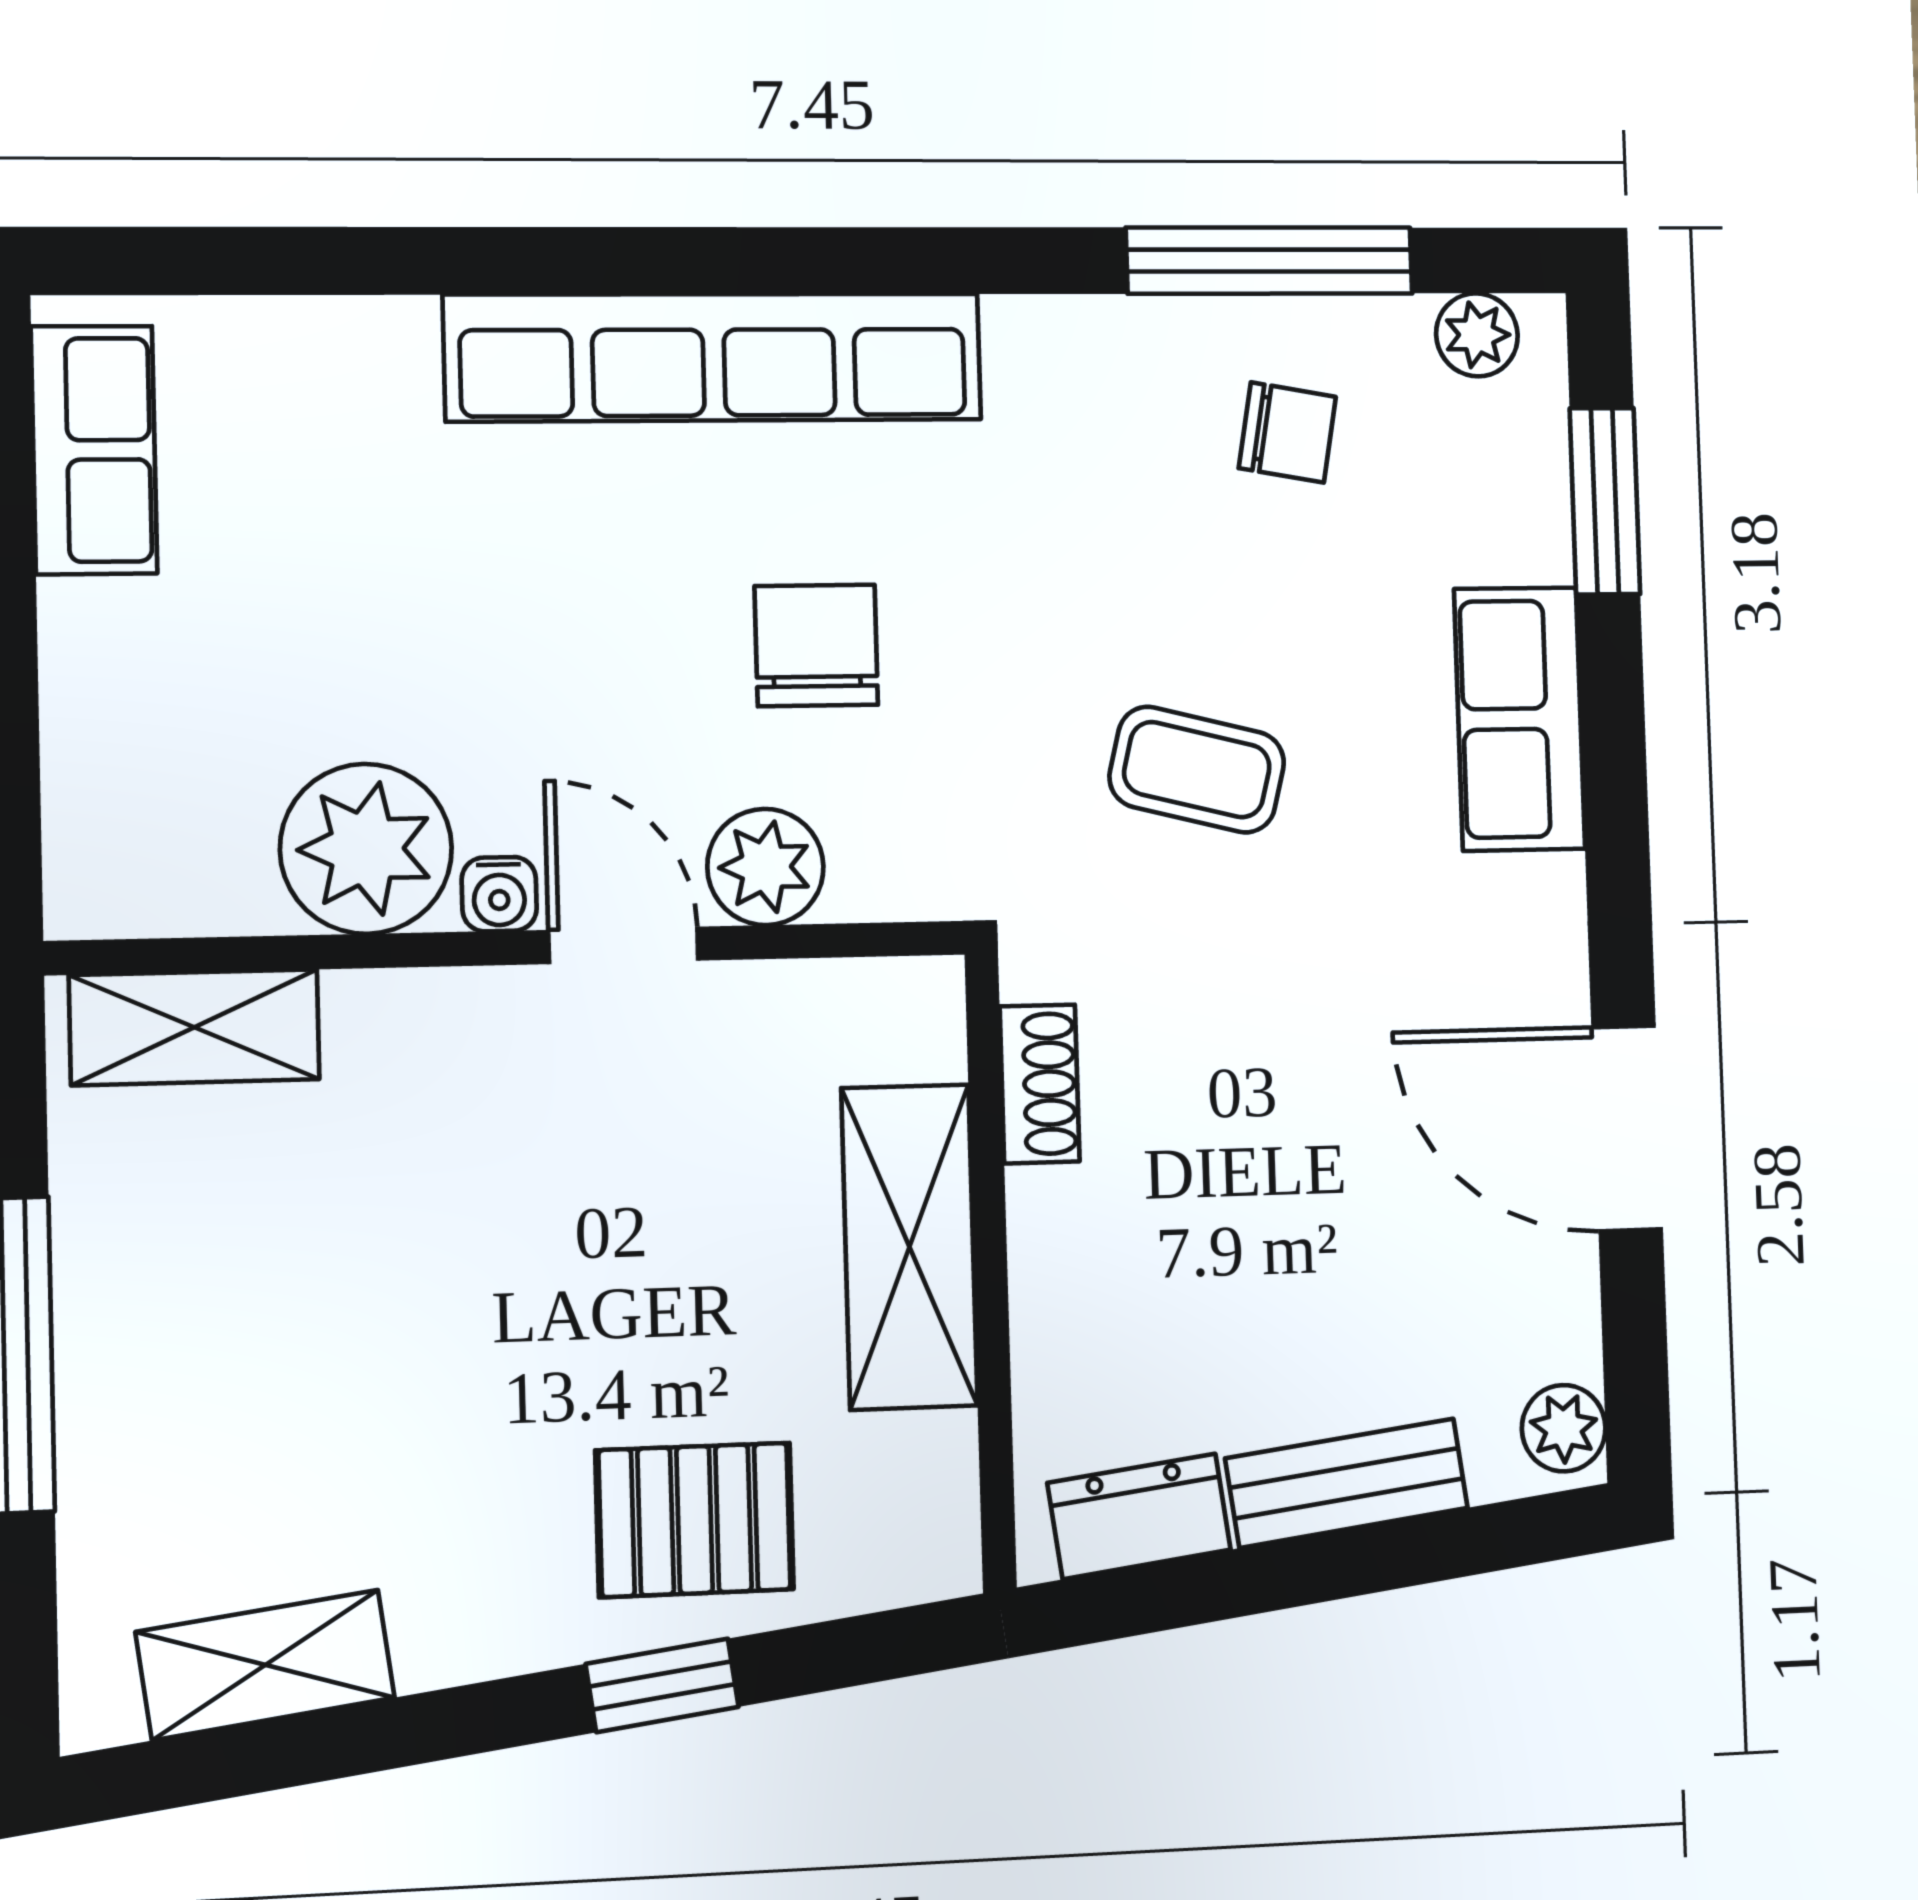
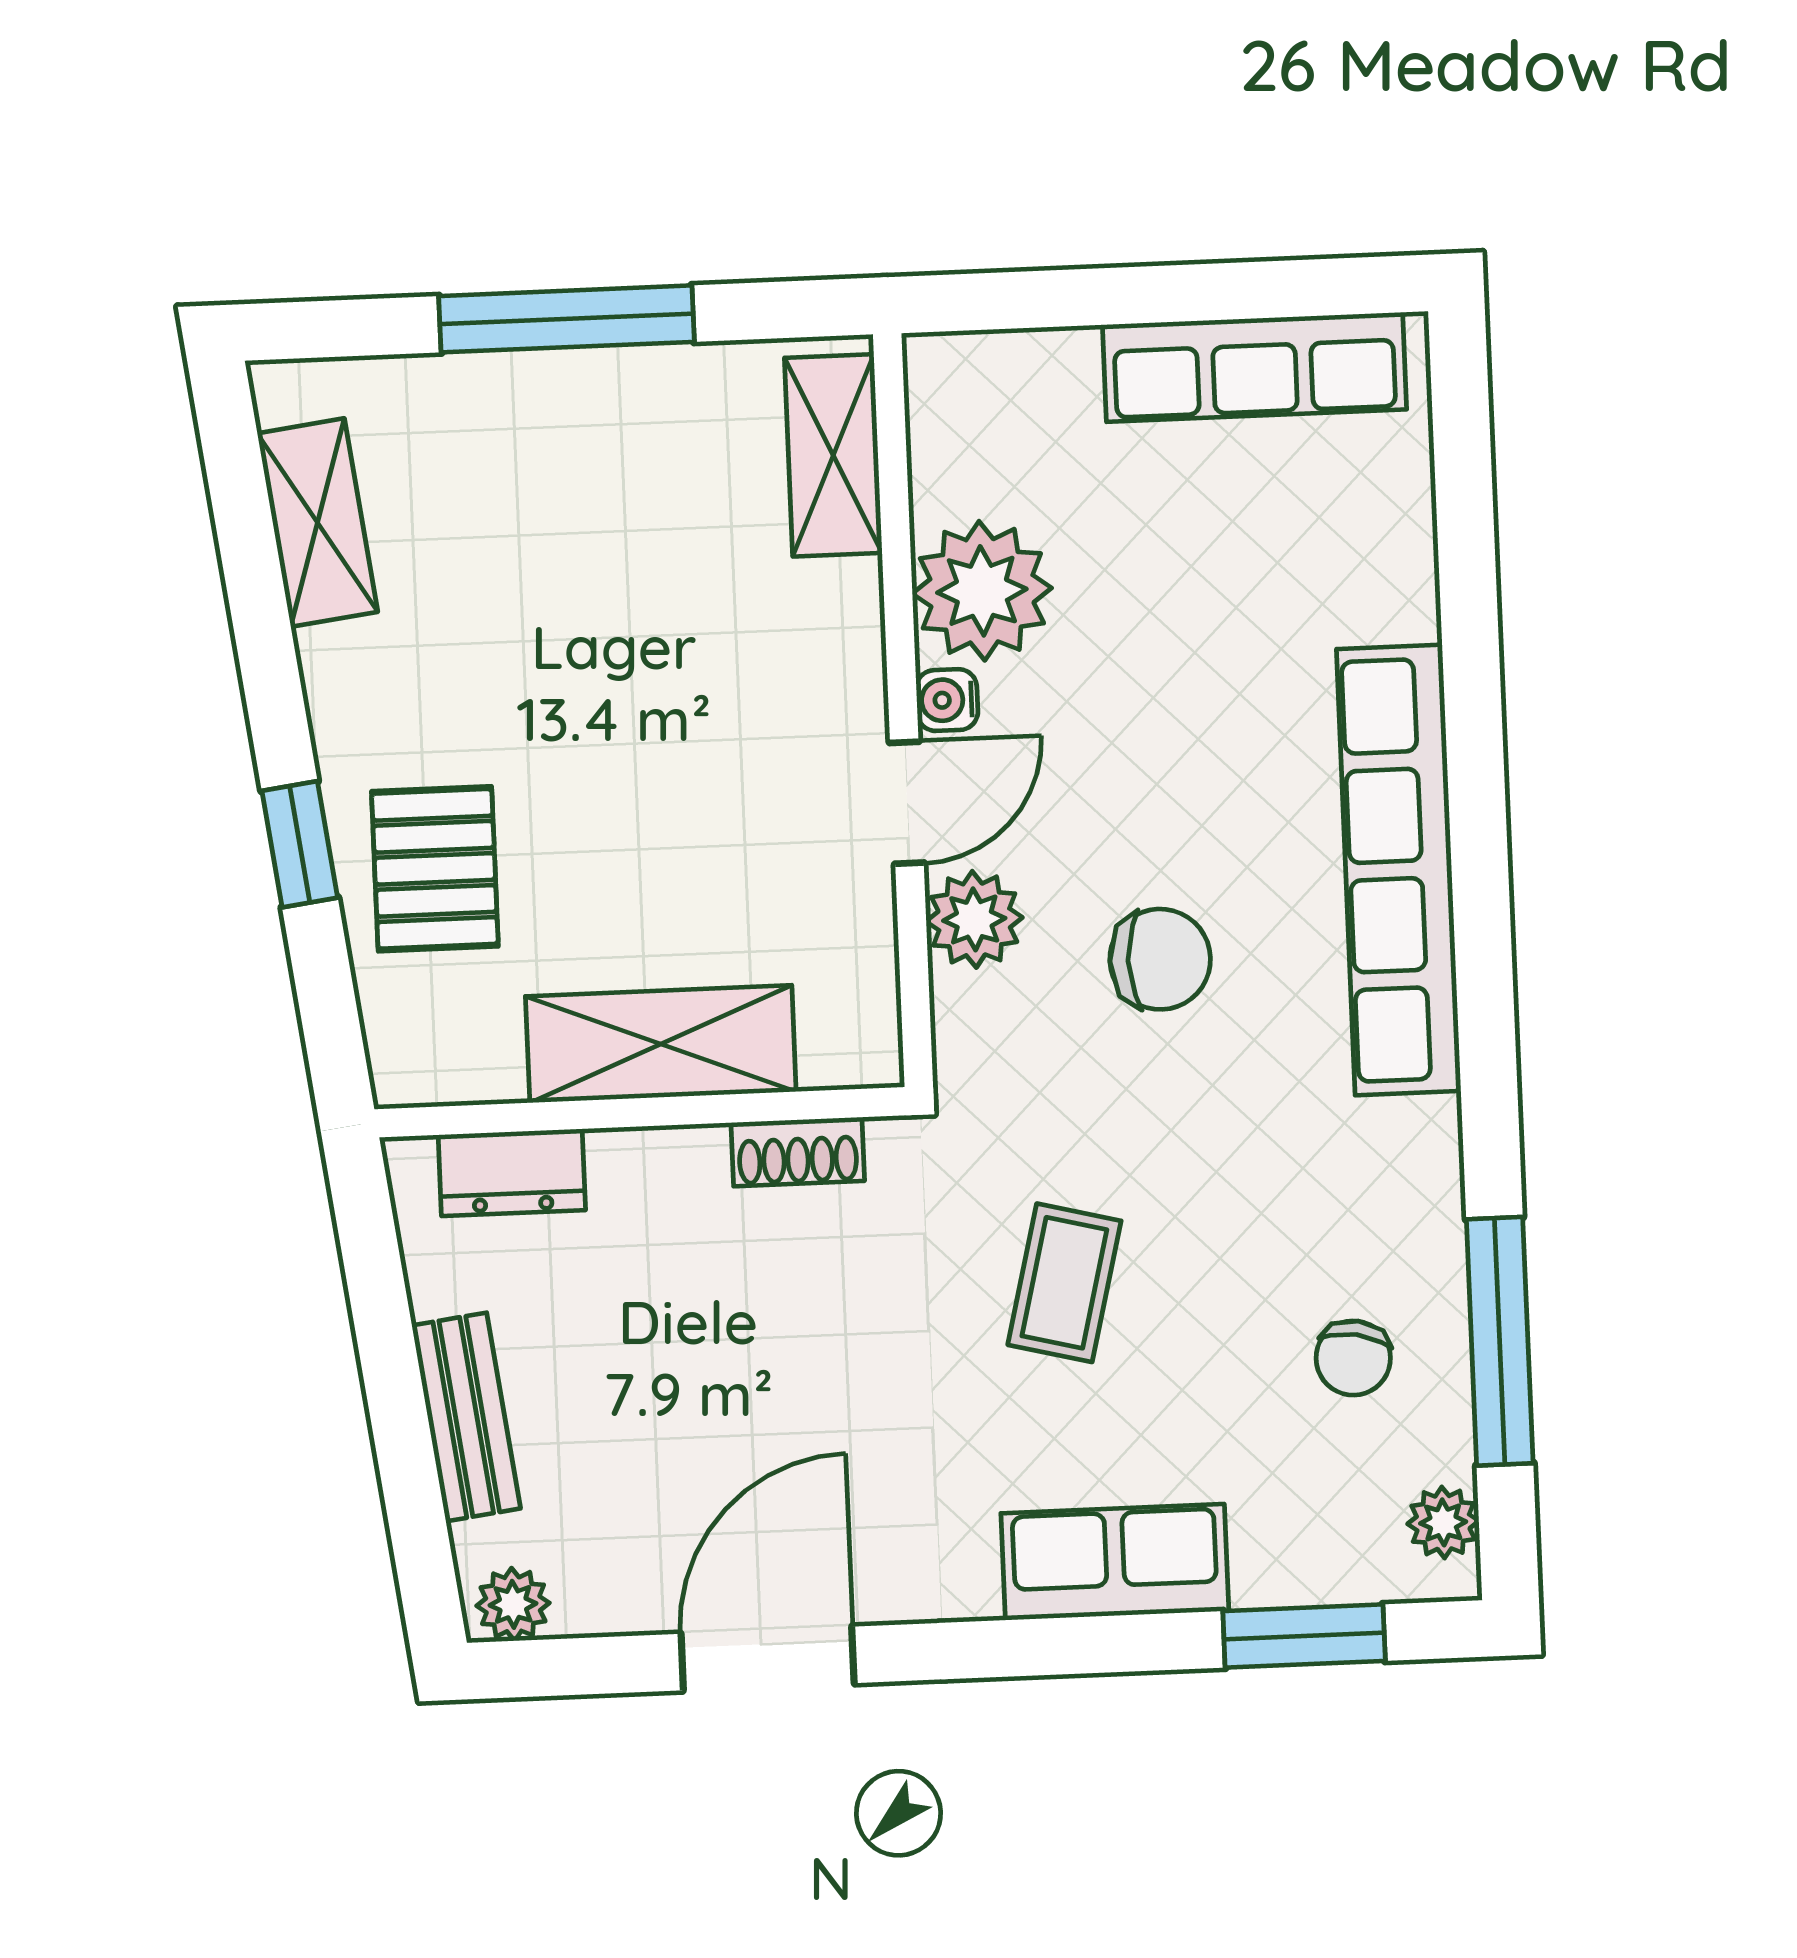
row of seats: (94, 450) -> (1255, 367), width x1.48
dresser: (1139, 1516) -> (512, 1172), moved, turned 97

